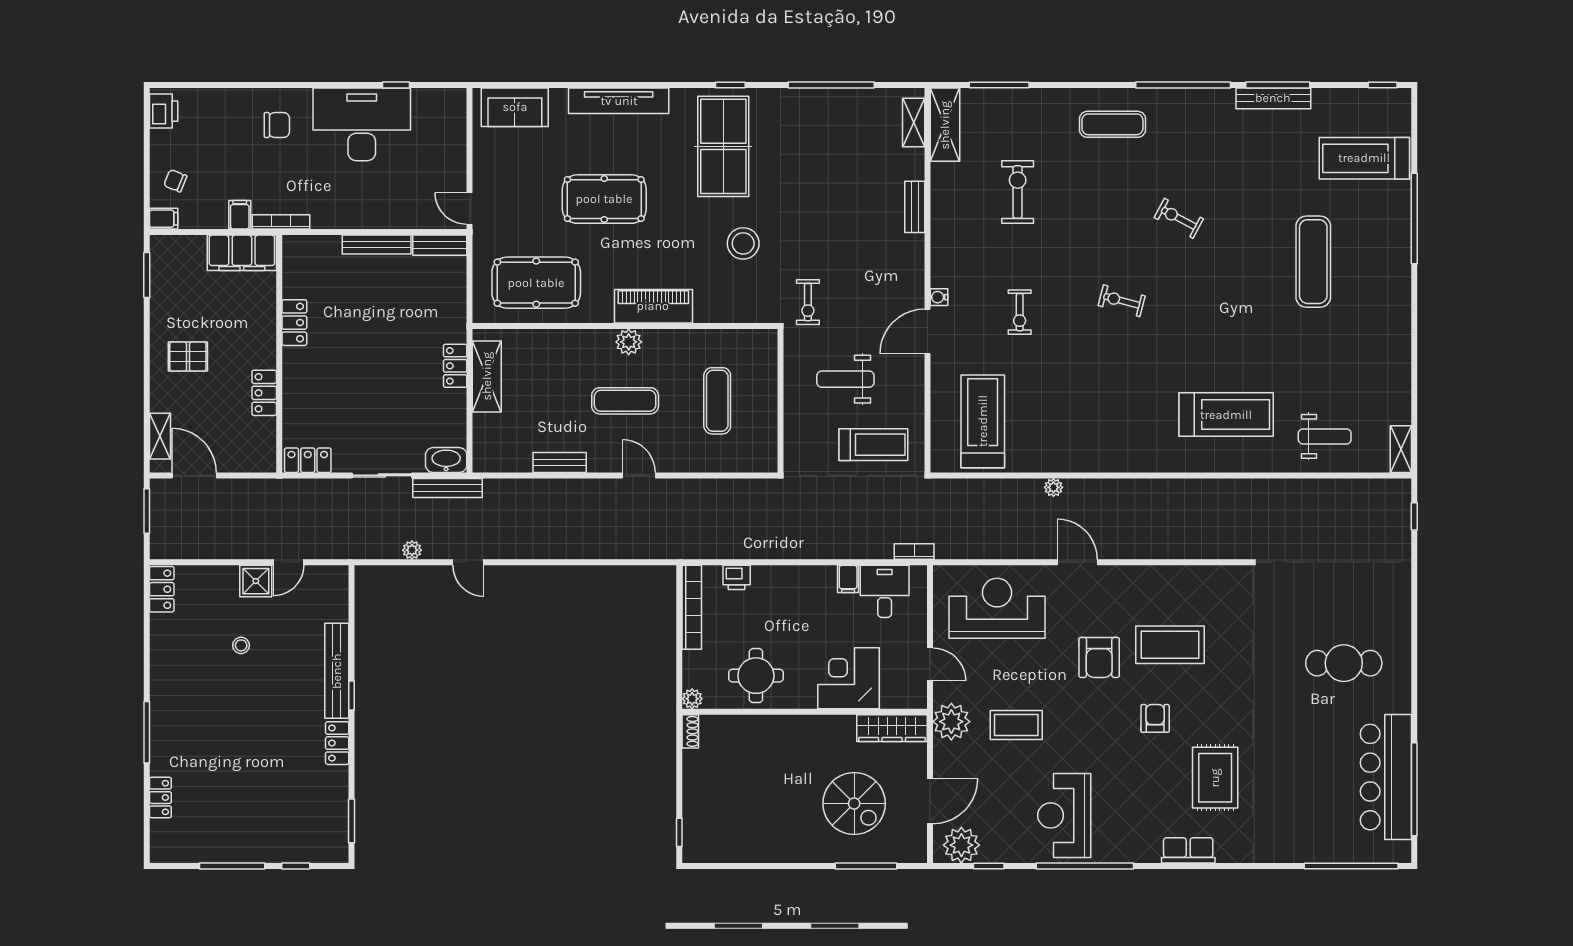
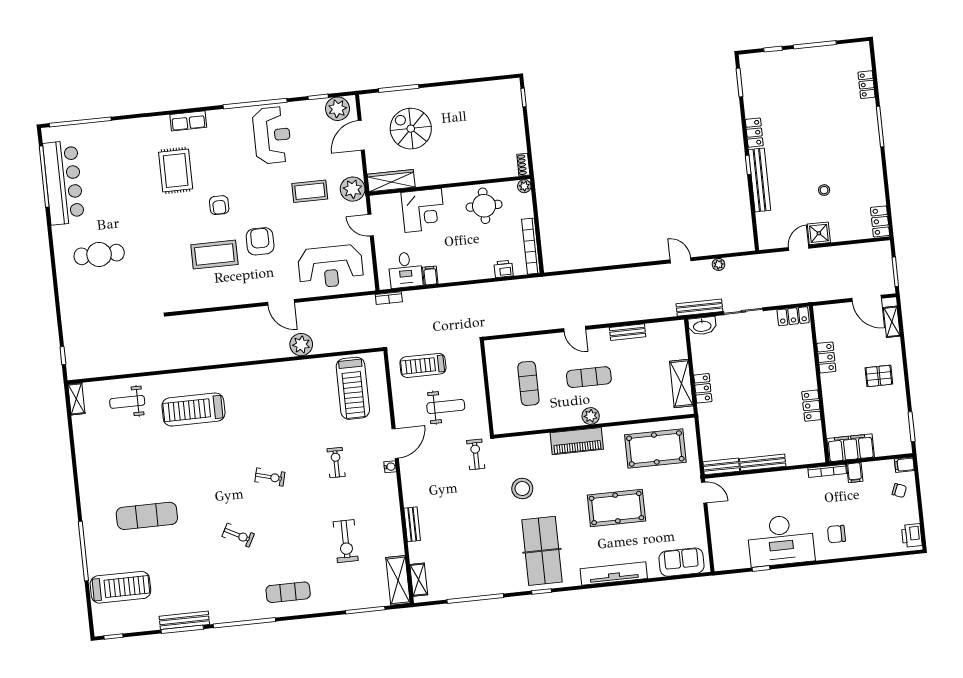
exercise mat: (1313, 262) -> (147, 516), turned 90
plant: (1053, 487) -> (301, 345), width x1.88, depth x1.88

